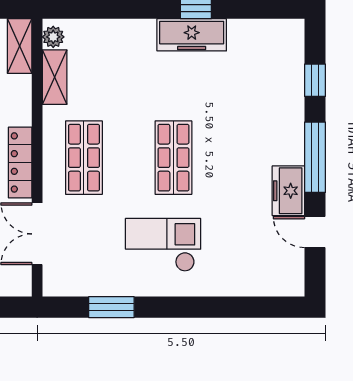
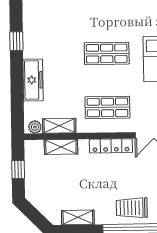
freezer: (192, 35) -> (33, 80), moved
shelving: (20, 46) -> (61, 147), moved

